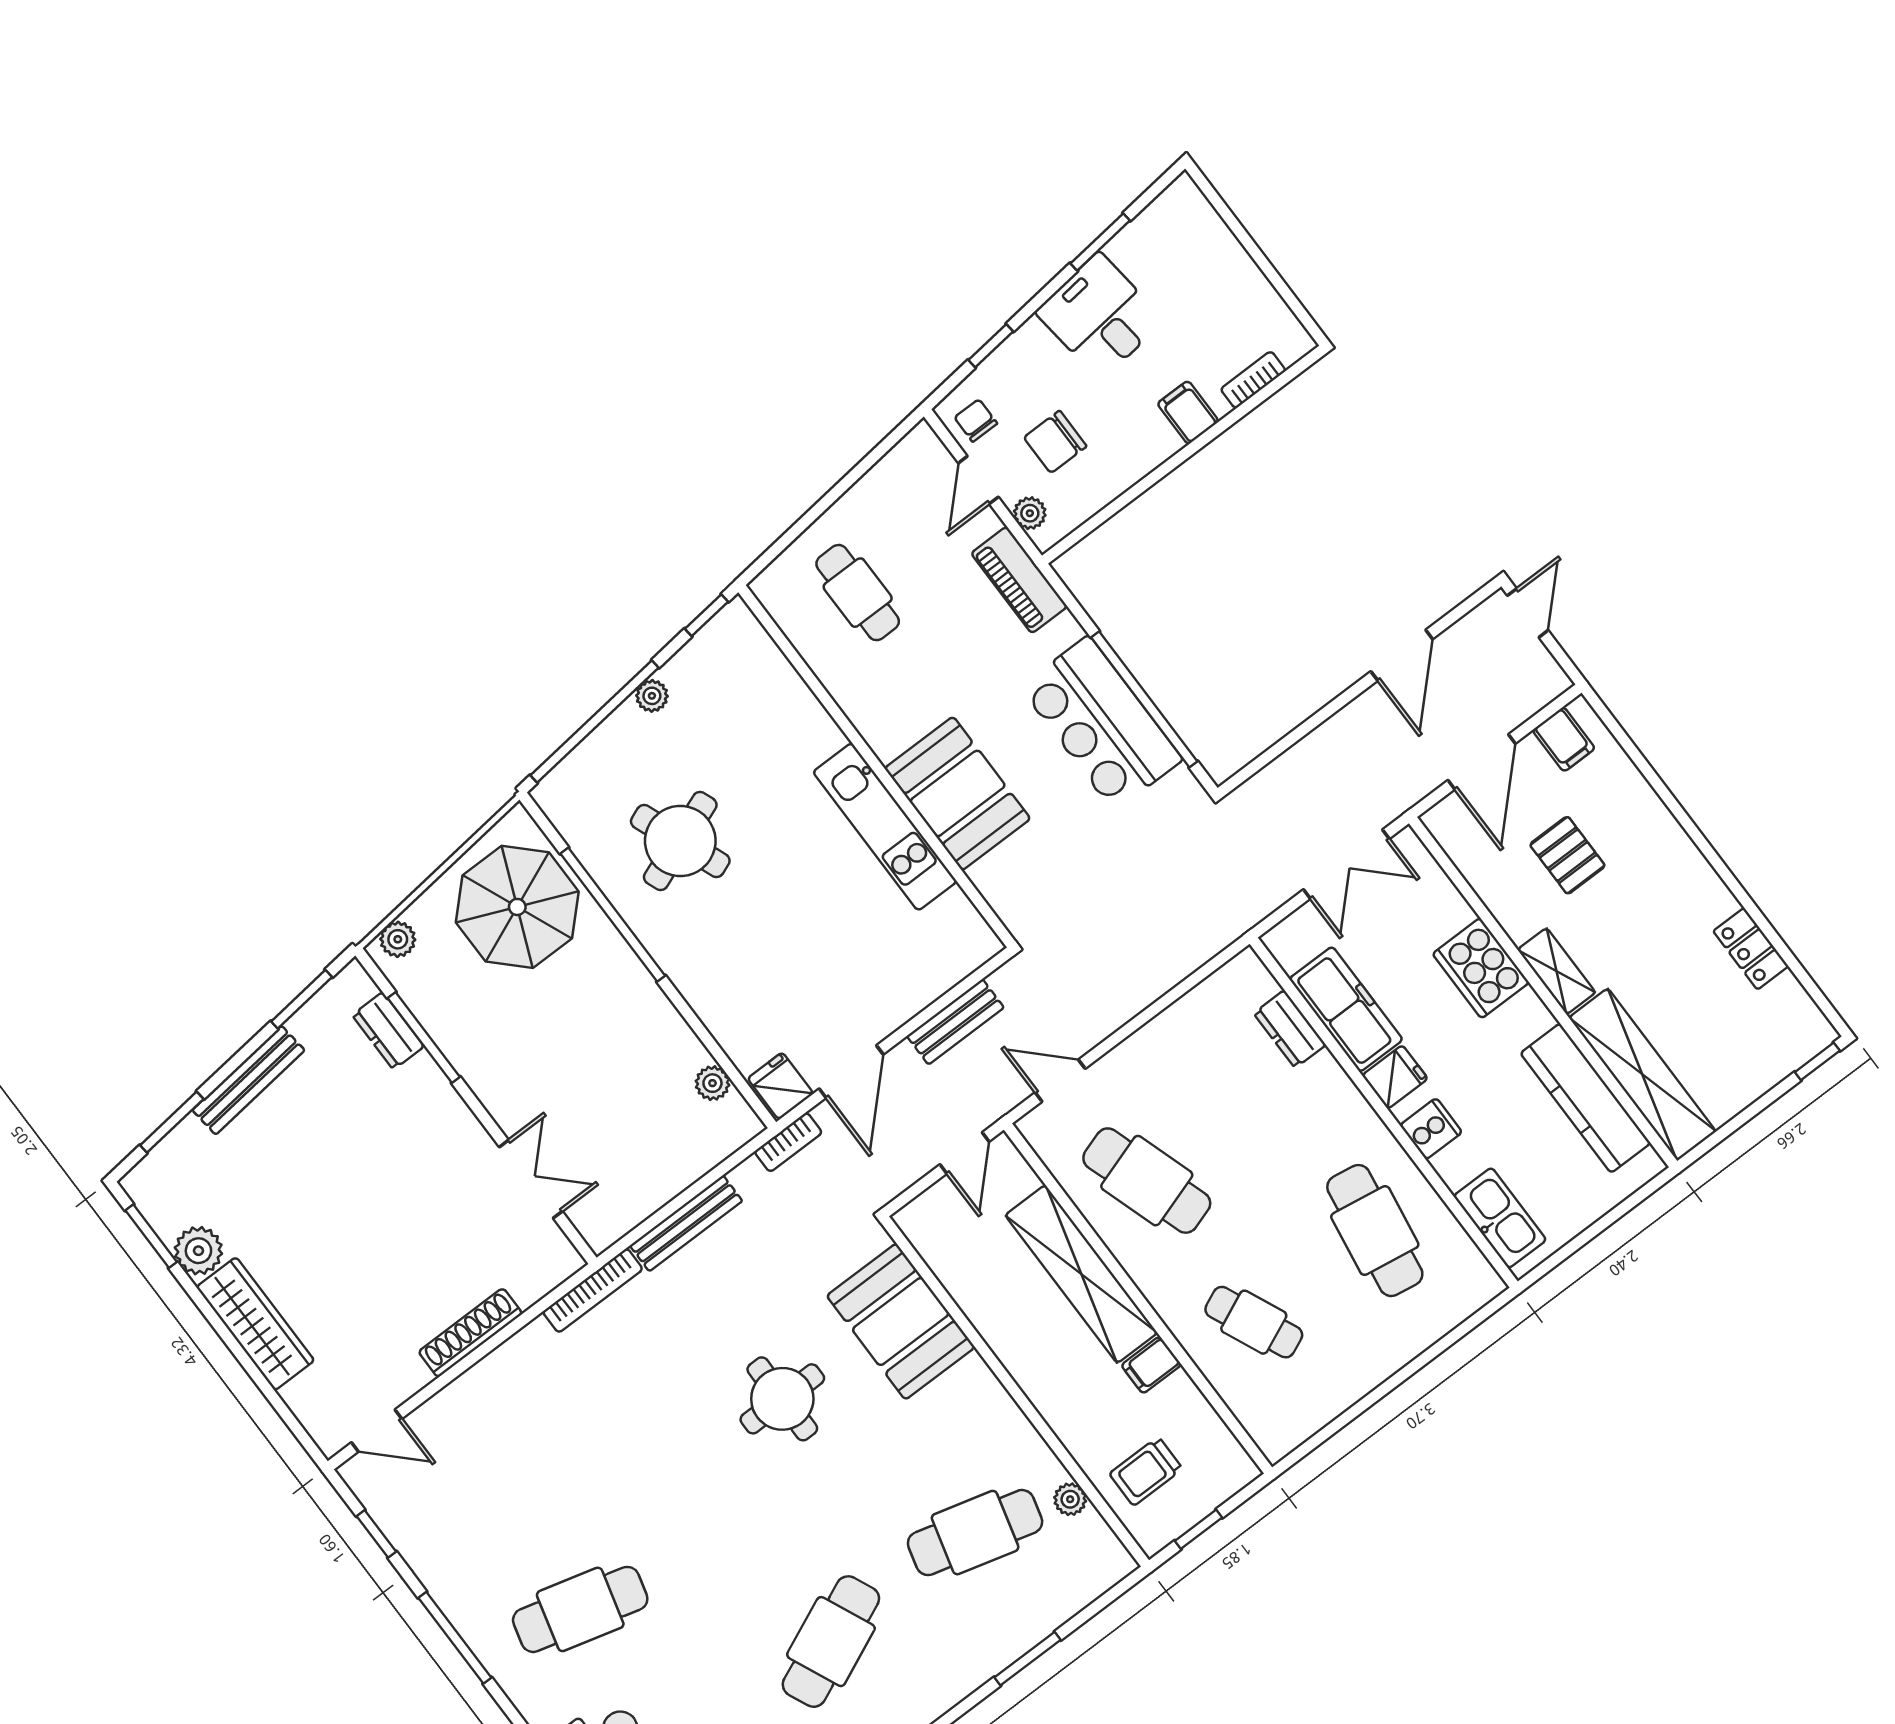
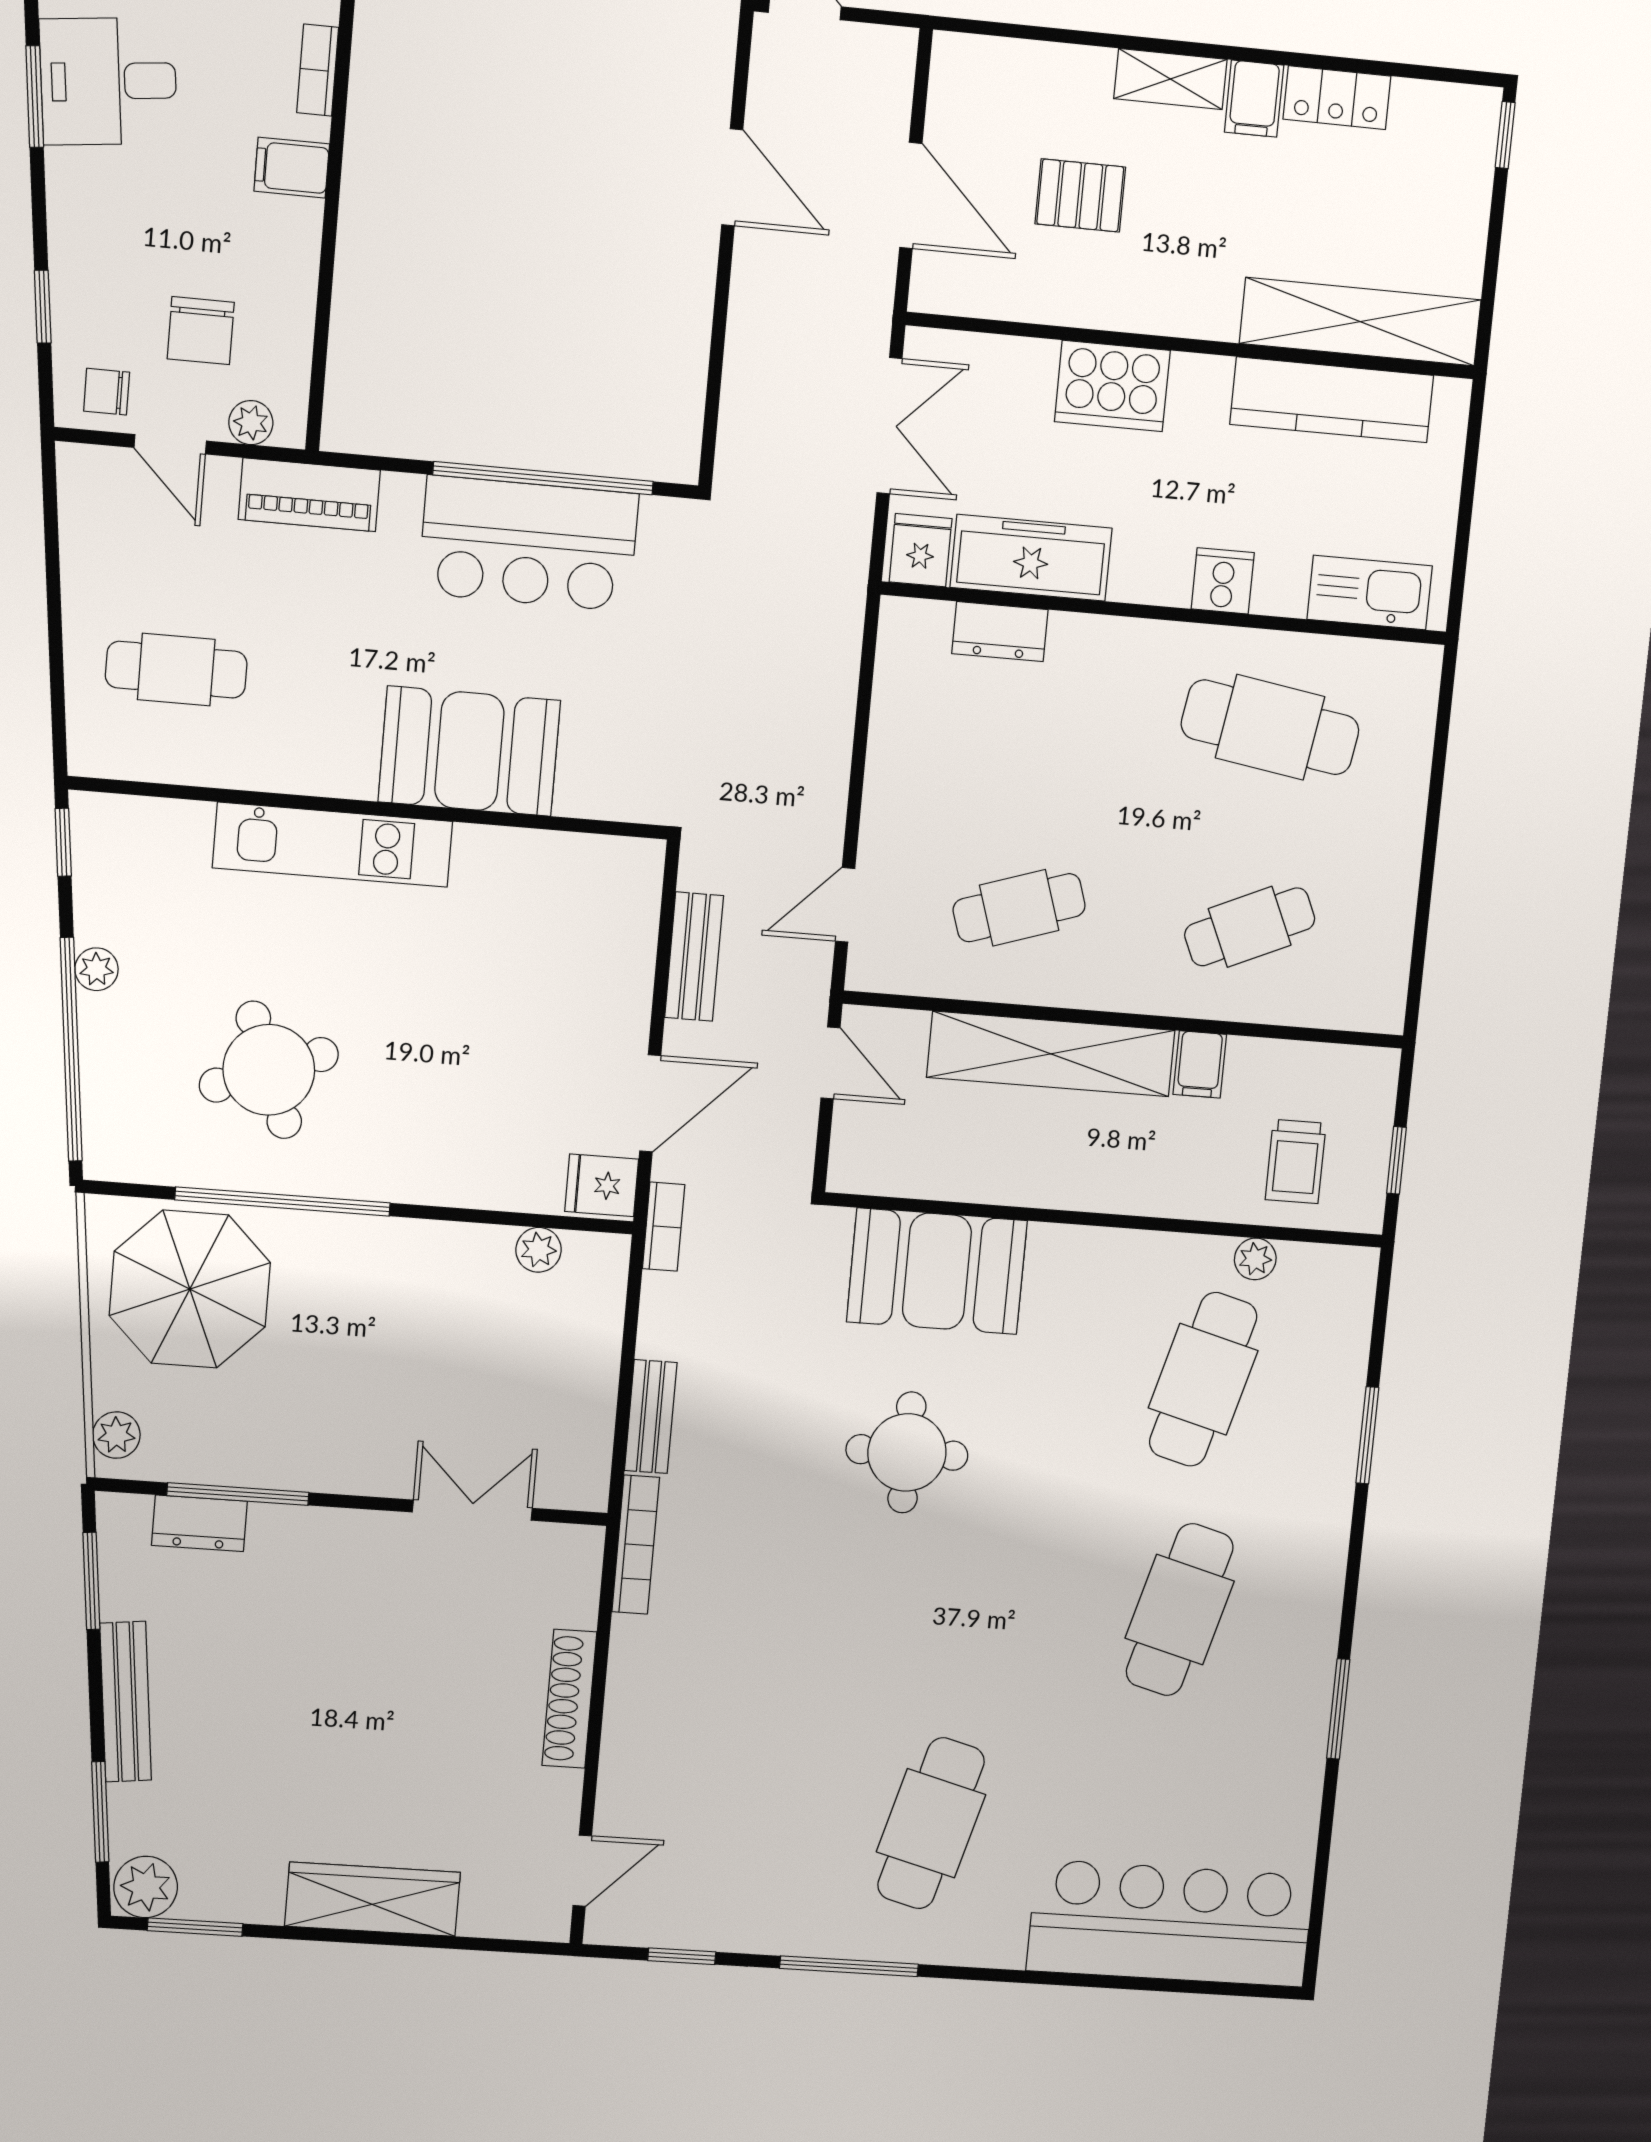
desk: (1100, 316) -> (108, 81), moved
filing cabinet: (1564, 739) -> (1254, 99), moved, turned 90
kitchen unit: (885, 827) -> (333, 845), moved
shelving: (1557, 971) -> (1170, 79), moved
door: (851, 1072) -> (650, 1103), hinge flipped
fridge: (1395, 1077) -> (921, 550), moved
cafe table: (1147, 1181) -> (1019, 908), width x0.73, depth x0.74
bench: (686, 1223) -> (651, 1417), width x0.73
plant: (198, 1251) -> (146, 1887), moved
cafe table: (831, 1642) -> (1180, 1610), turned 39

